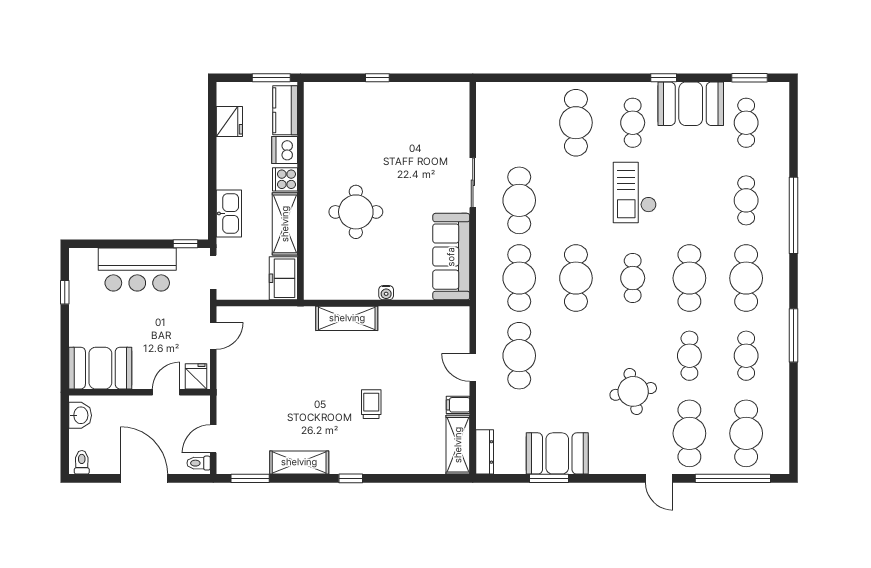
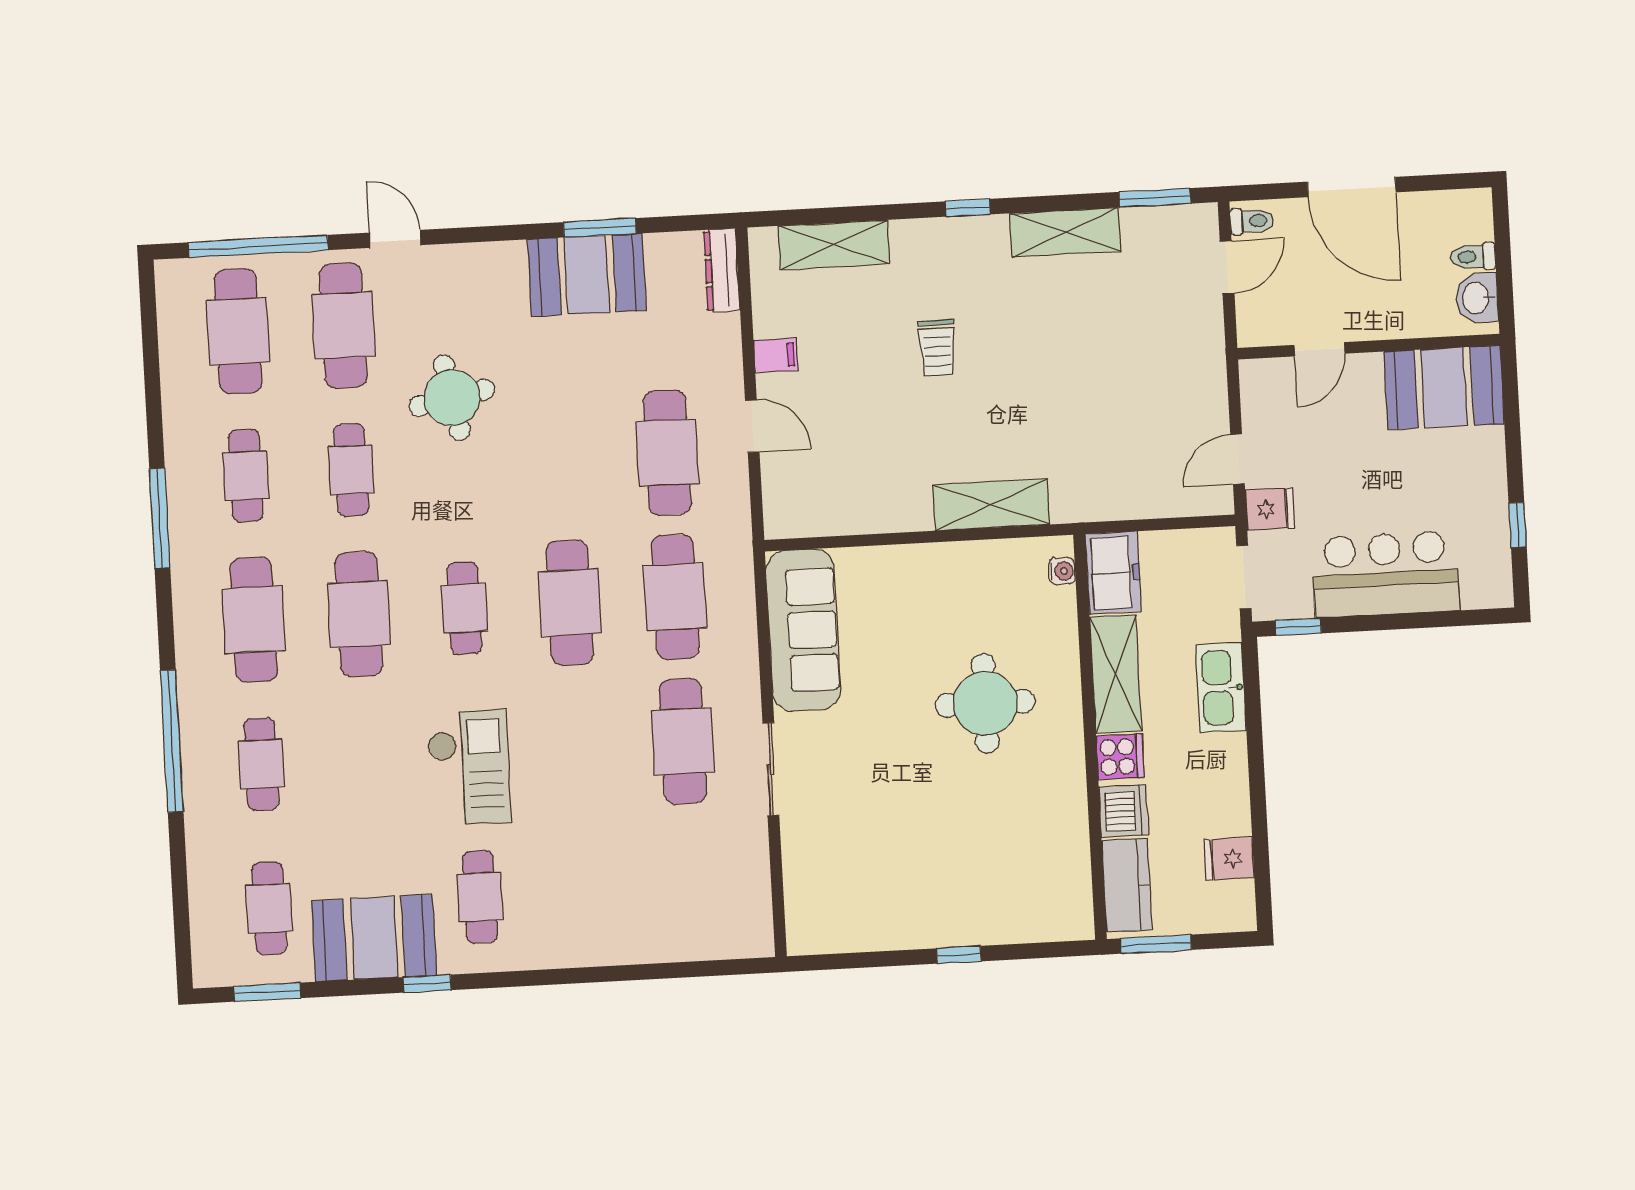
fridge: (229, 121) -> (1229, 859), width x0.72
cafe table: (576, 123) -> (585, 891), removed
water cooler: (386, 293) -> (1062, 571), moved, turned 90
fridge: (196, 376) -> (1270, 509), moved, turned -90
shelving: (458, 445) -> (834, 245), moved, turned 90
toilet: (82, 462) -> (1473, 257), moved, turned 90

